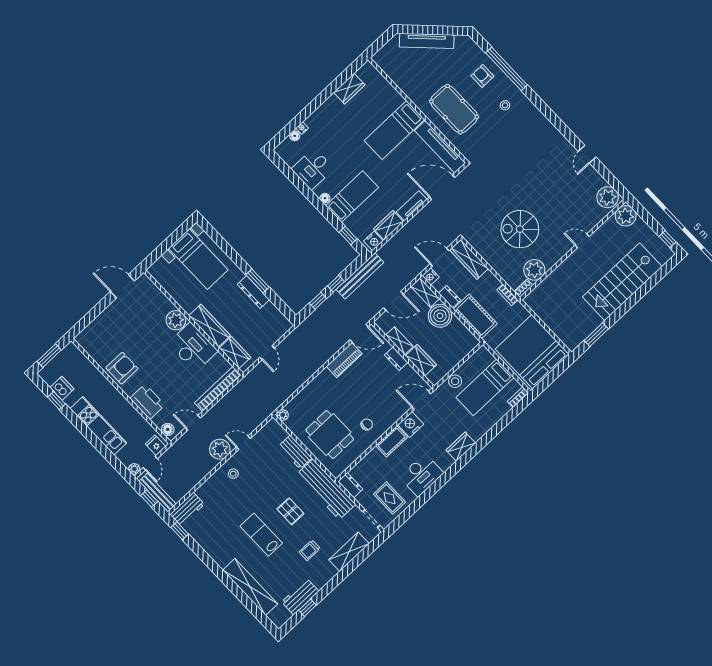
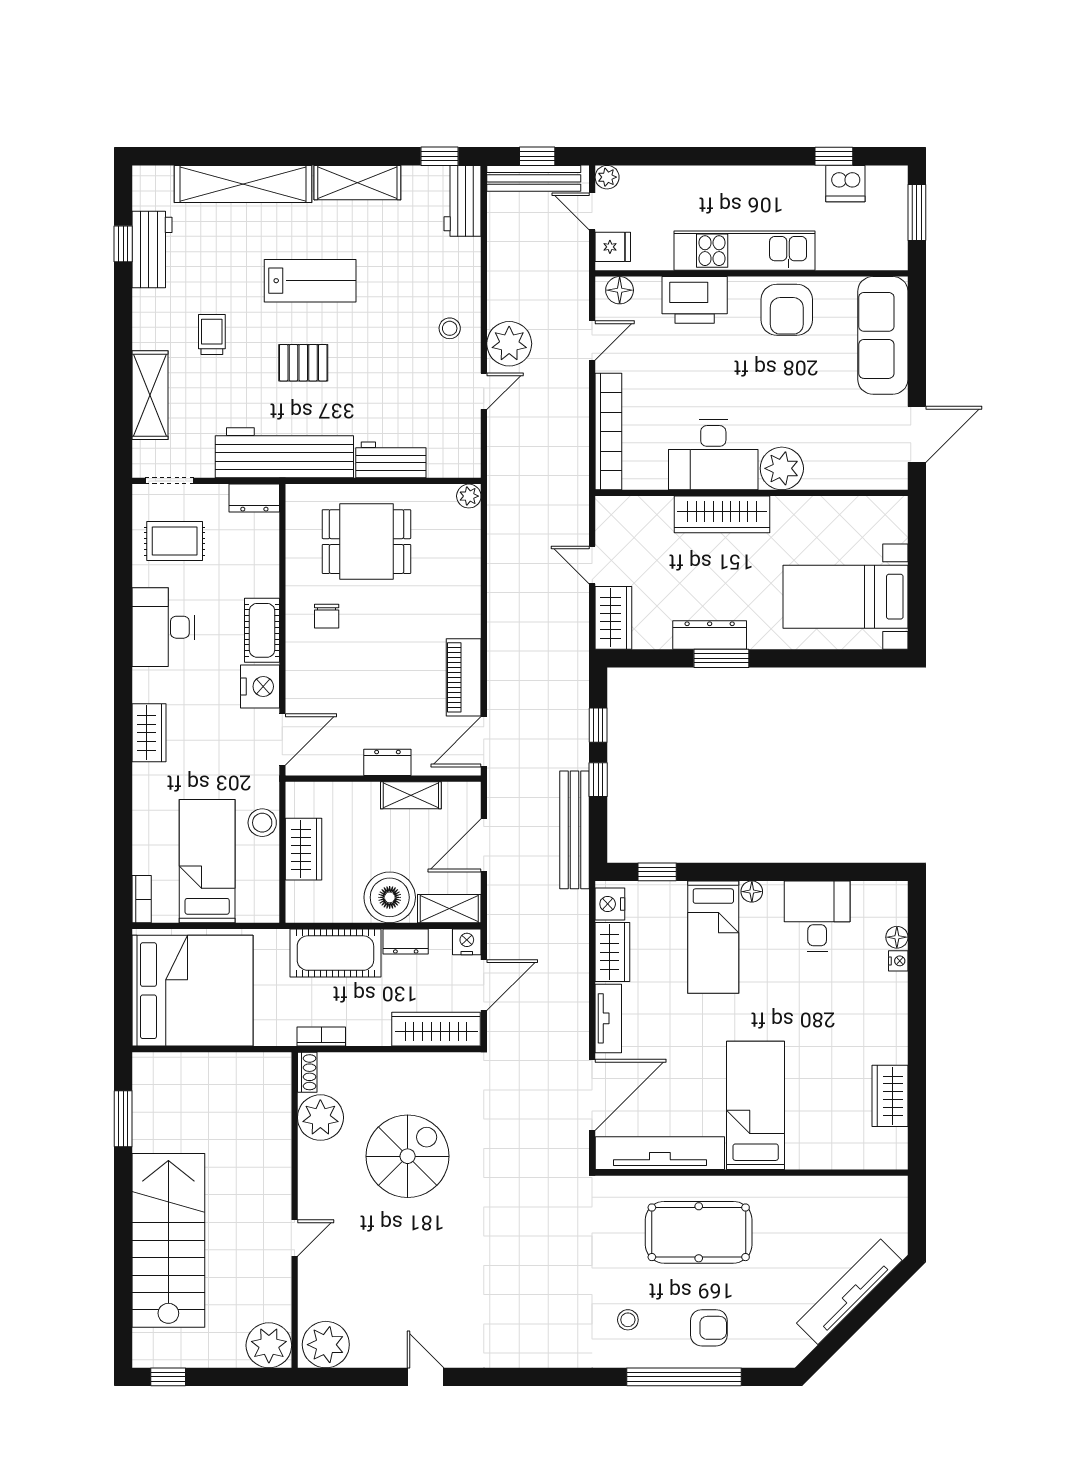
sofa: (100, 328) -> (883, 335), added
wardrobe: (235, 353) -> (613, 618), moved, turned -90
wardrobe: (421, 360) -> (303, 849), moved, turned -90
kitchen unit: (98, 426) -> (744, 251), moved, turned 180
shelving: (214, 550) -> (357, 183), added

